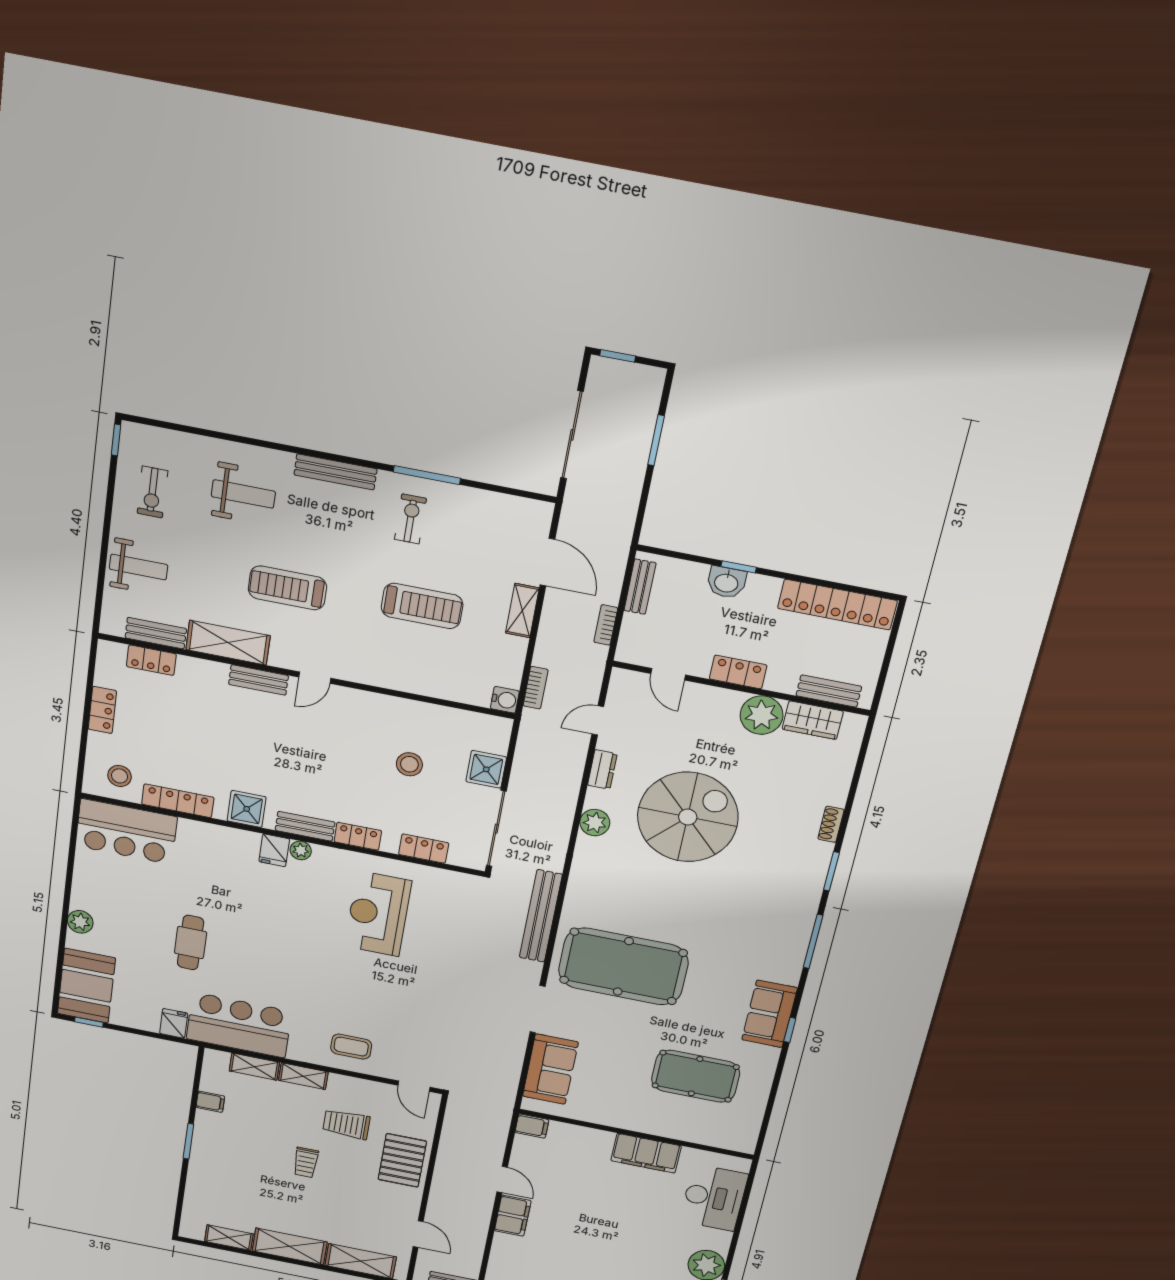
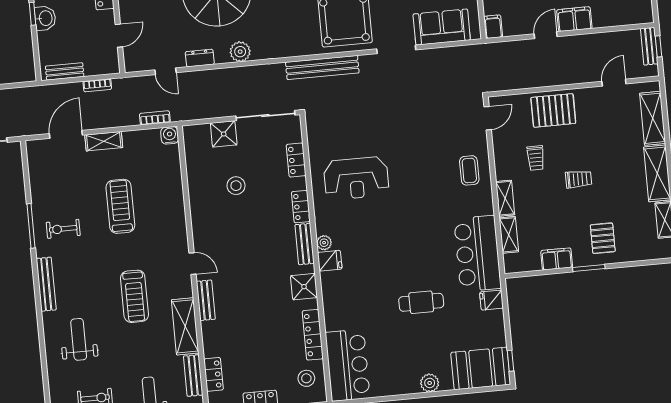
filing cabinet: (210, 1102) -> (557, 259), width x2.00
trolley: (346, 1124) -> (536, 158), width x0.73, depth x0.72
pallet: (223, 1167) -> (603, 238), added

